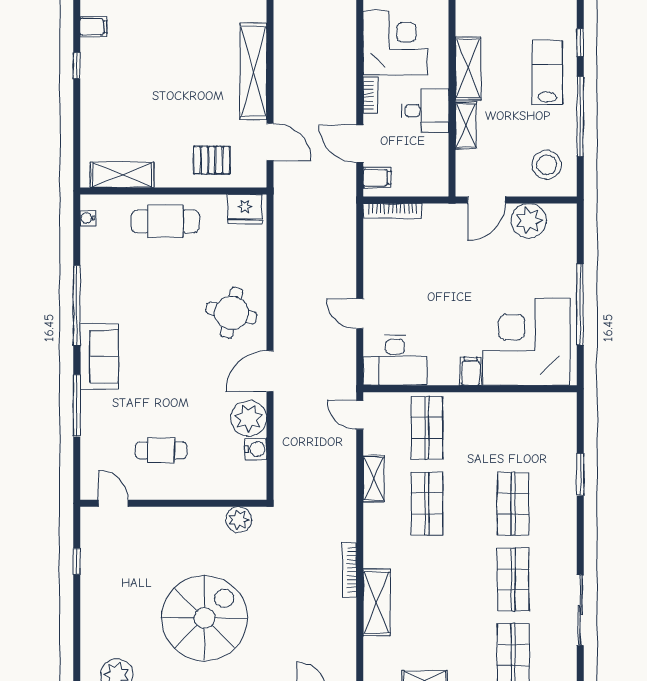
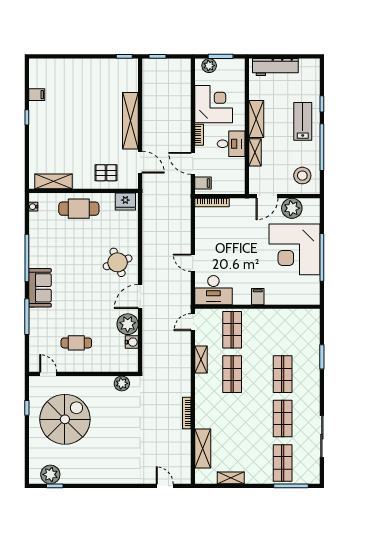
round table: (231, 313) -> (118, 262), turned -33
corner desk: (526, 342) -> (294, 249), moved, turned -90
door: (360, 415) -> (193, 322), hinge flipped
shelving: (377, 602) -> (203, 449), moved
spiral stairs: (205, 618) -> (65, 419), moved

